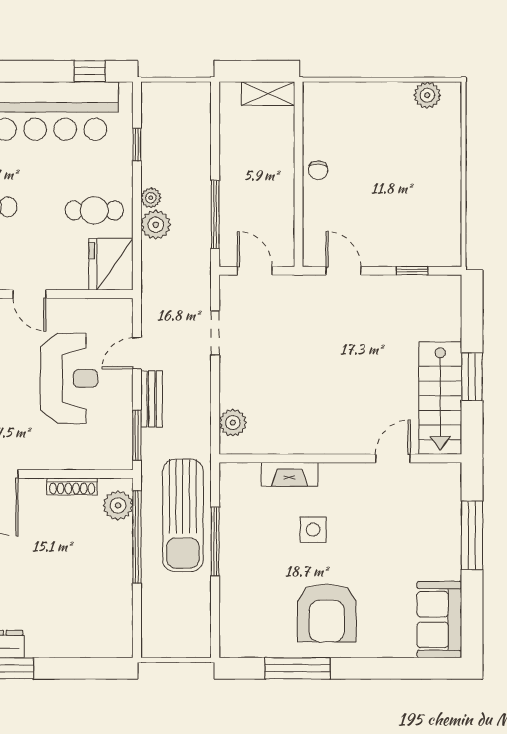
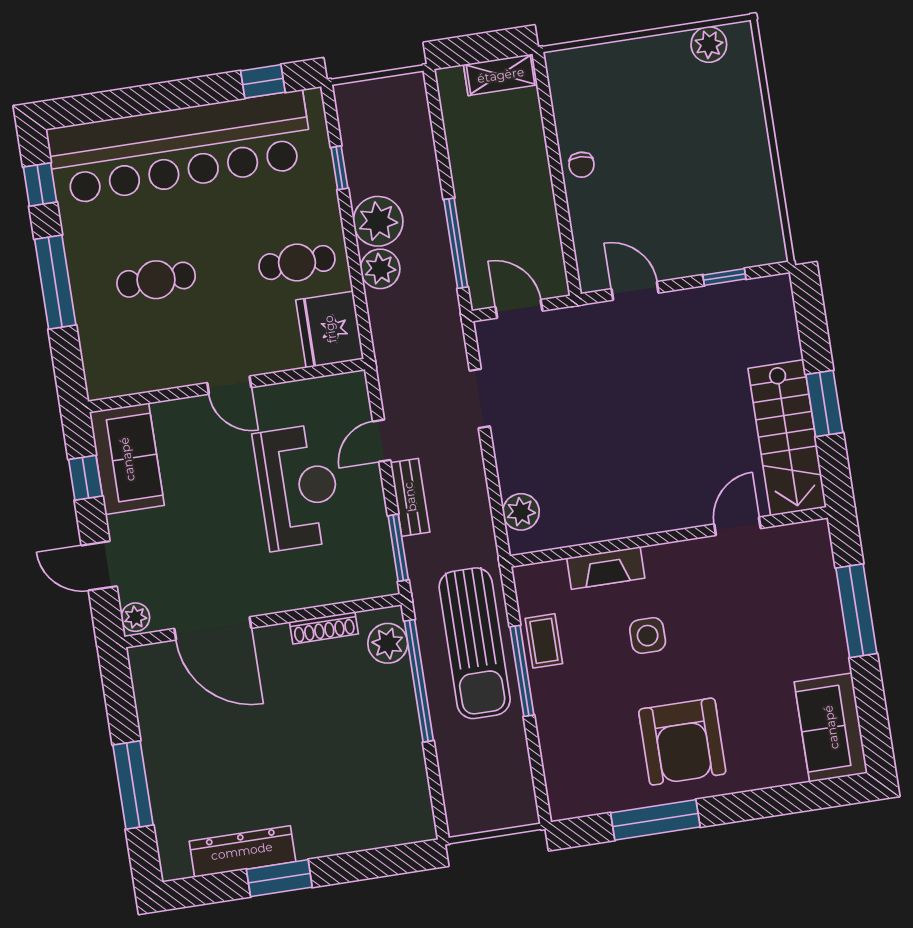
plant: (151, 198) -> (378, 221), width x1.87, depth x1.87
coffee table: (235, 522) -> (544, 641), added

